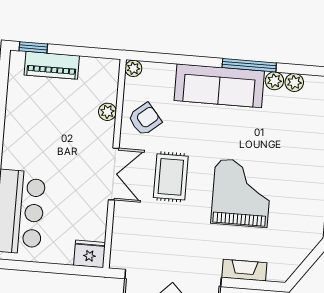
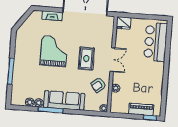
double door: (114, 174) -> (113, 60), swing flipped
grand piano: (241, 193) -> (54, 51), turned 180

